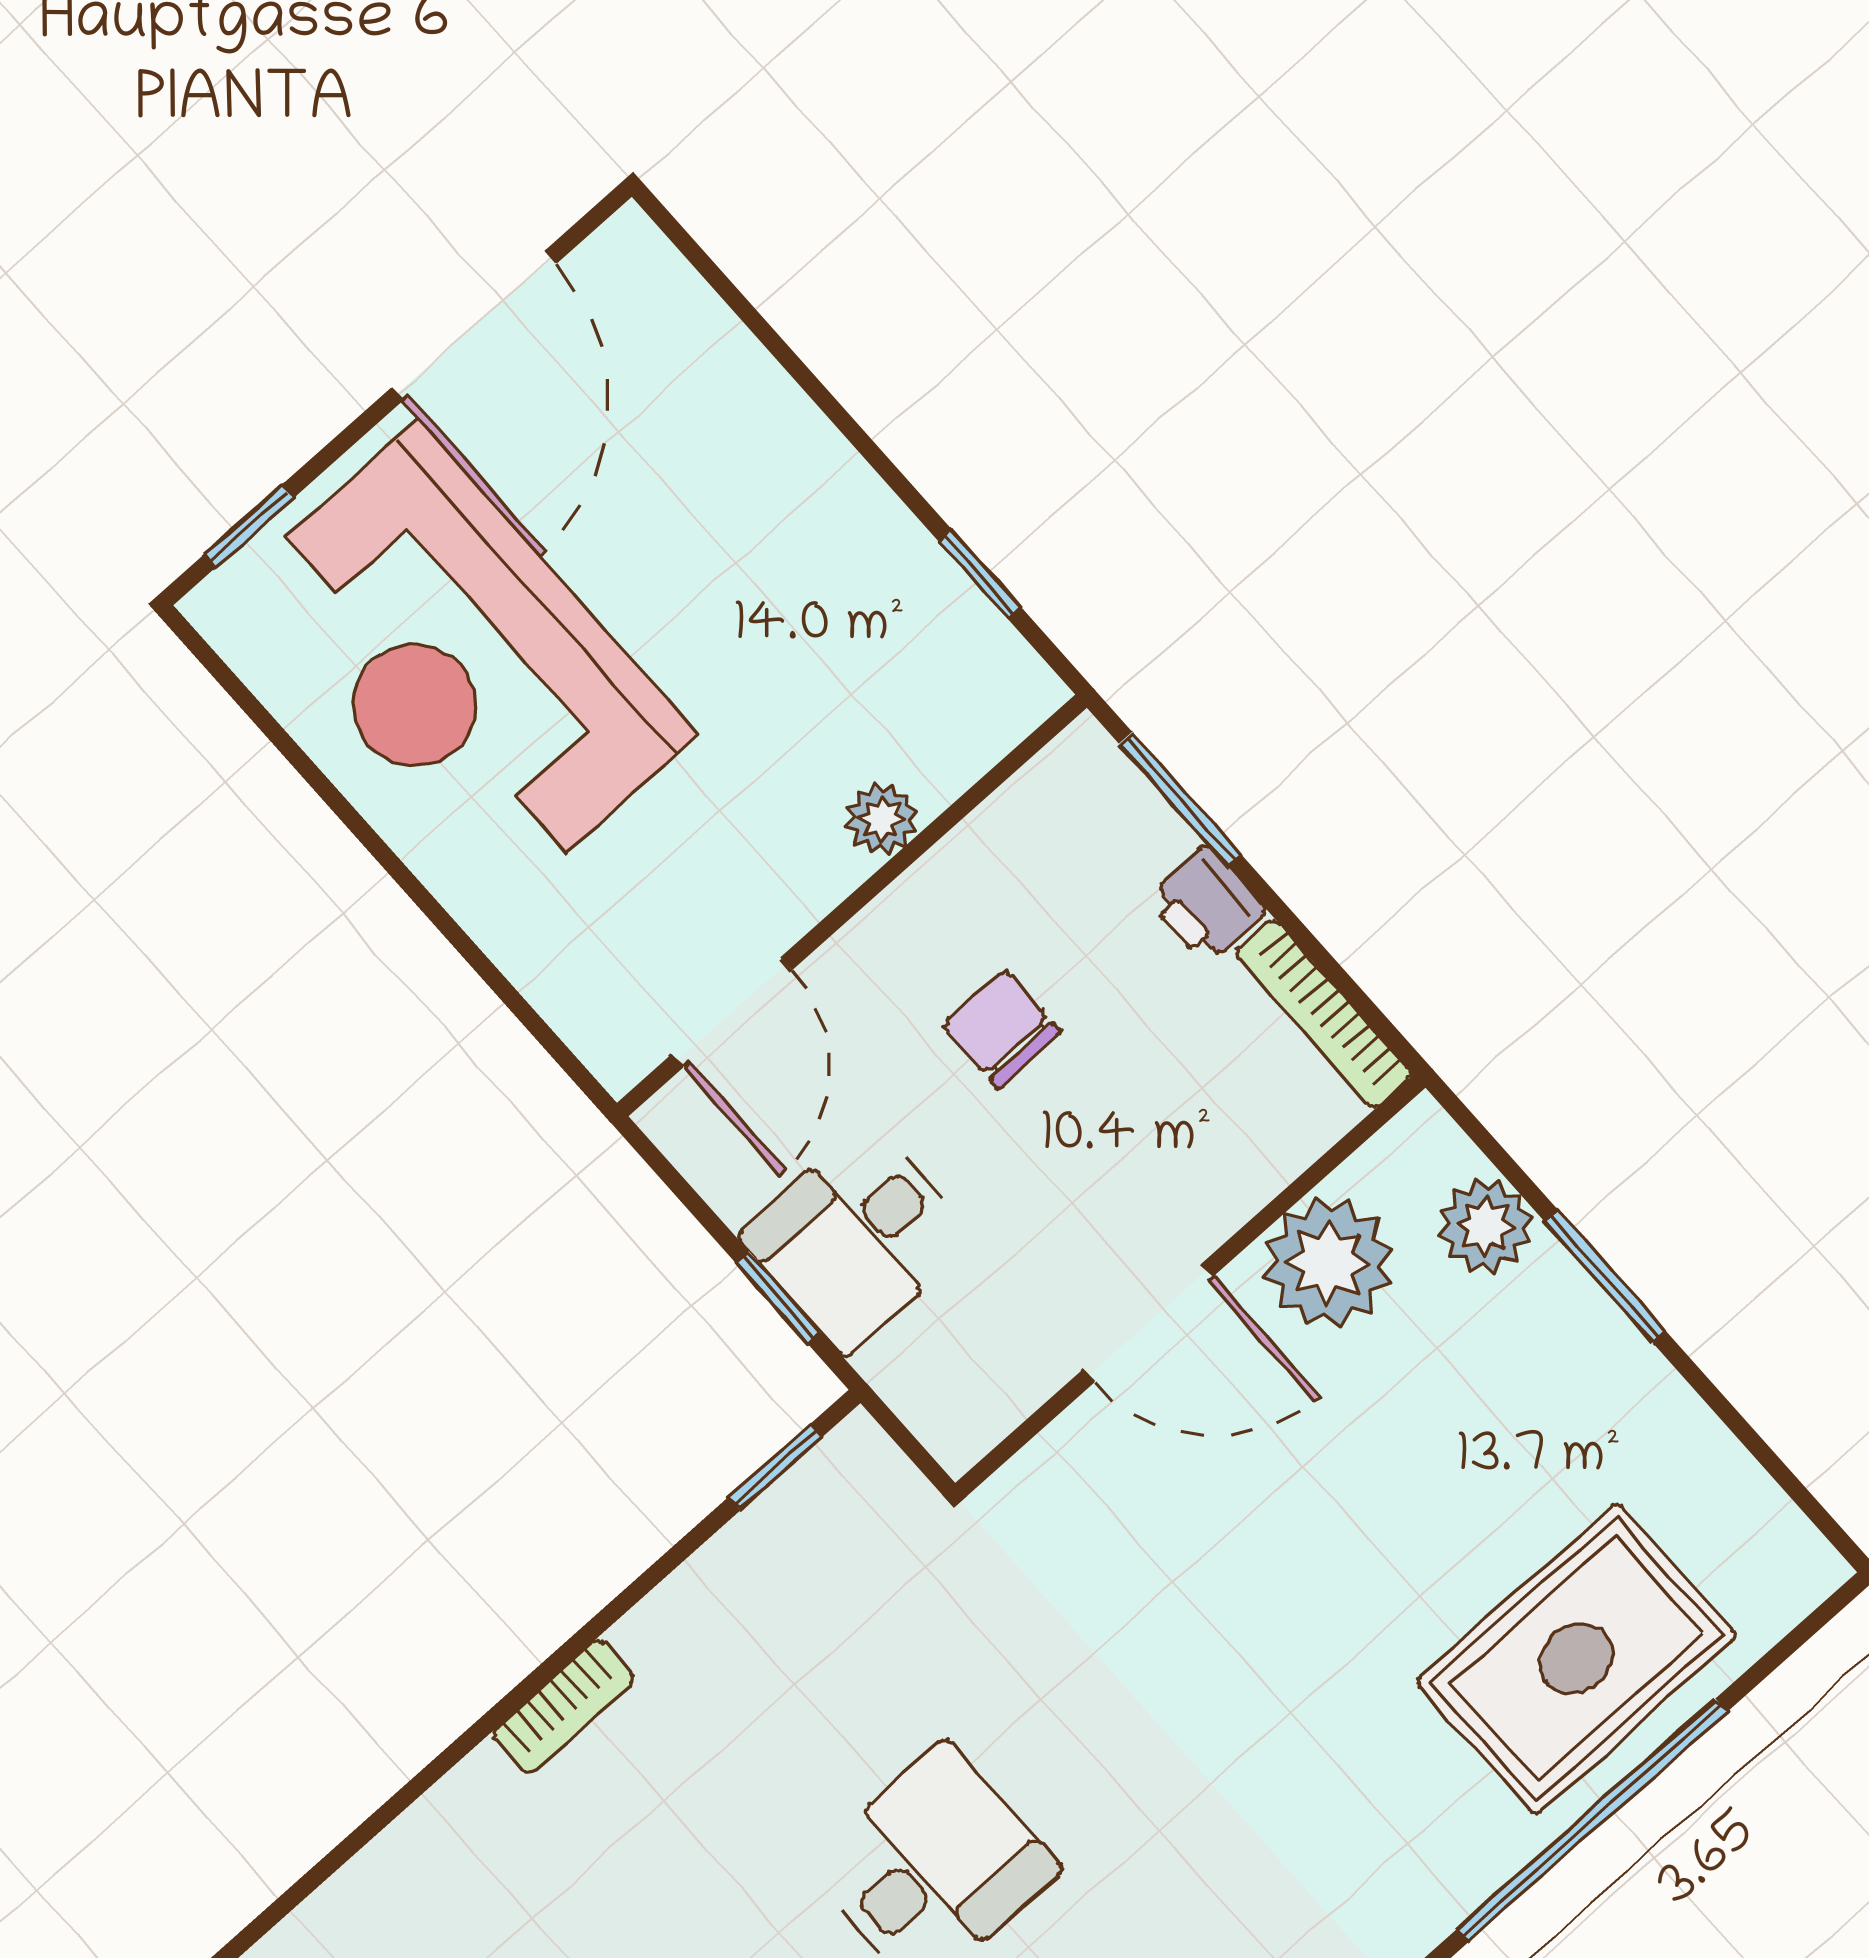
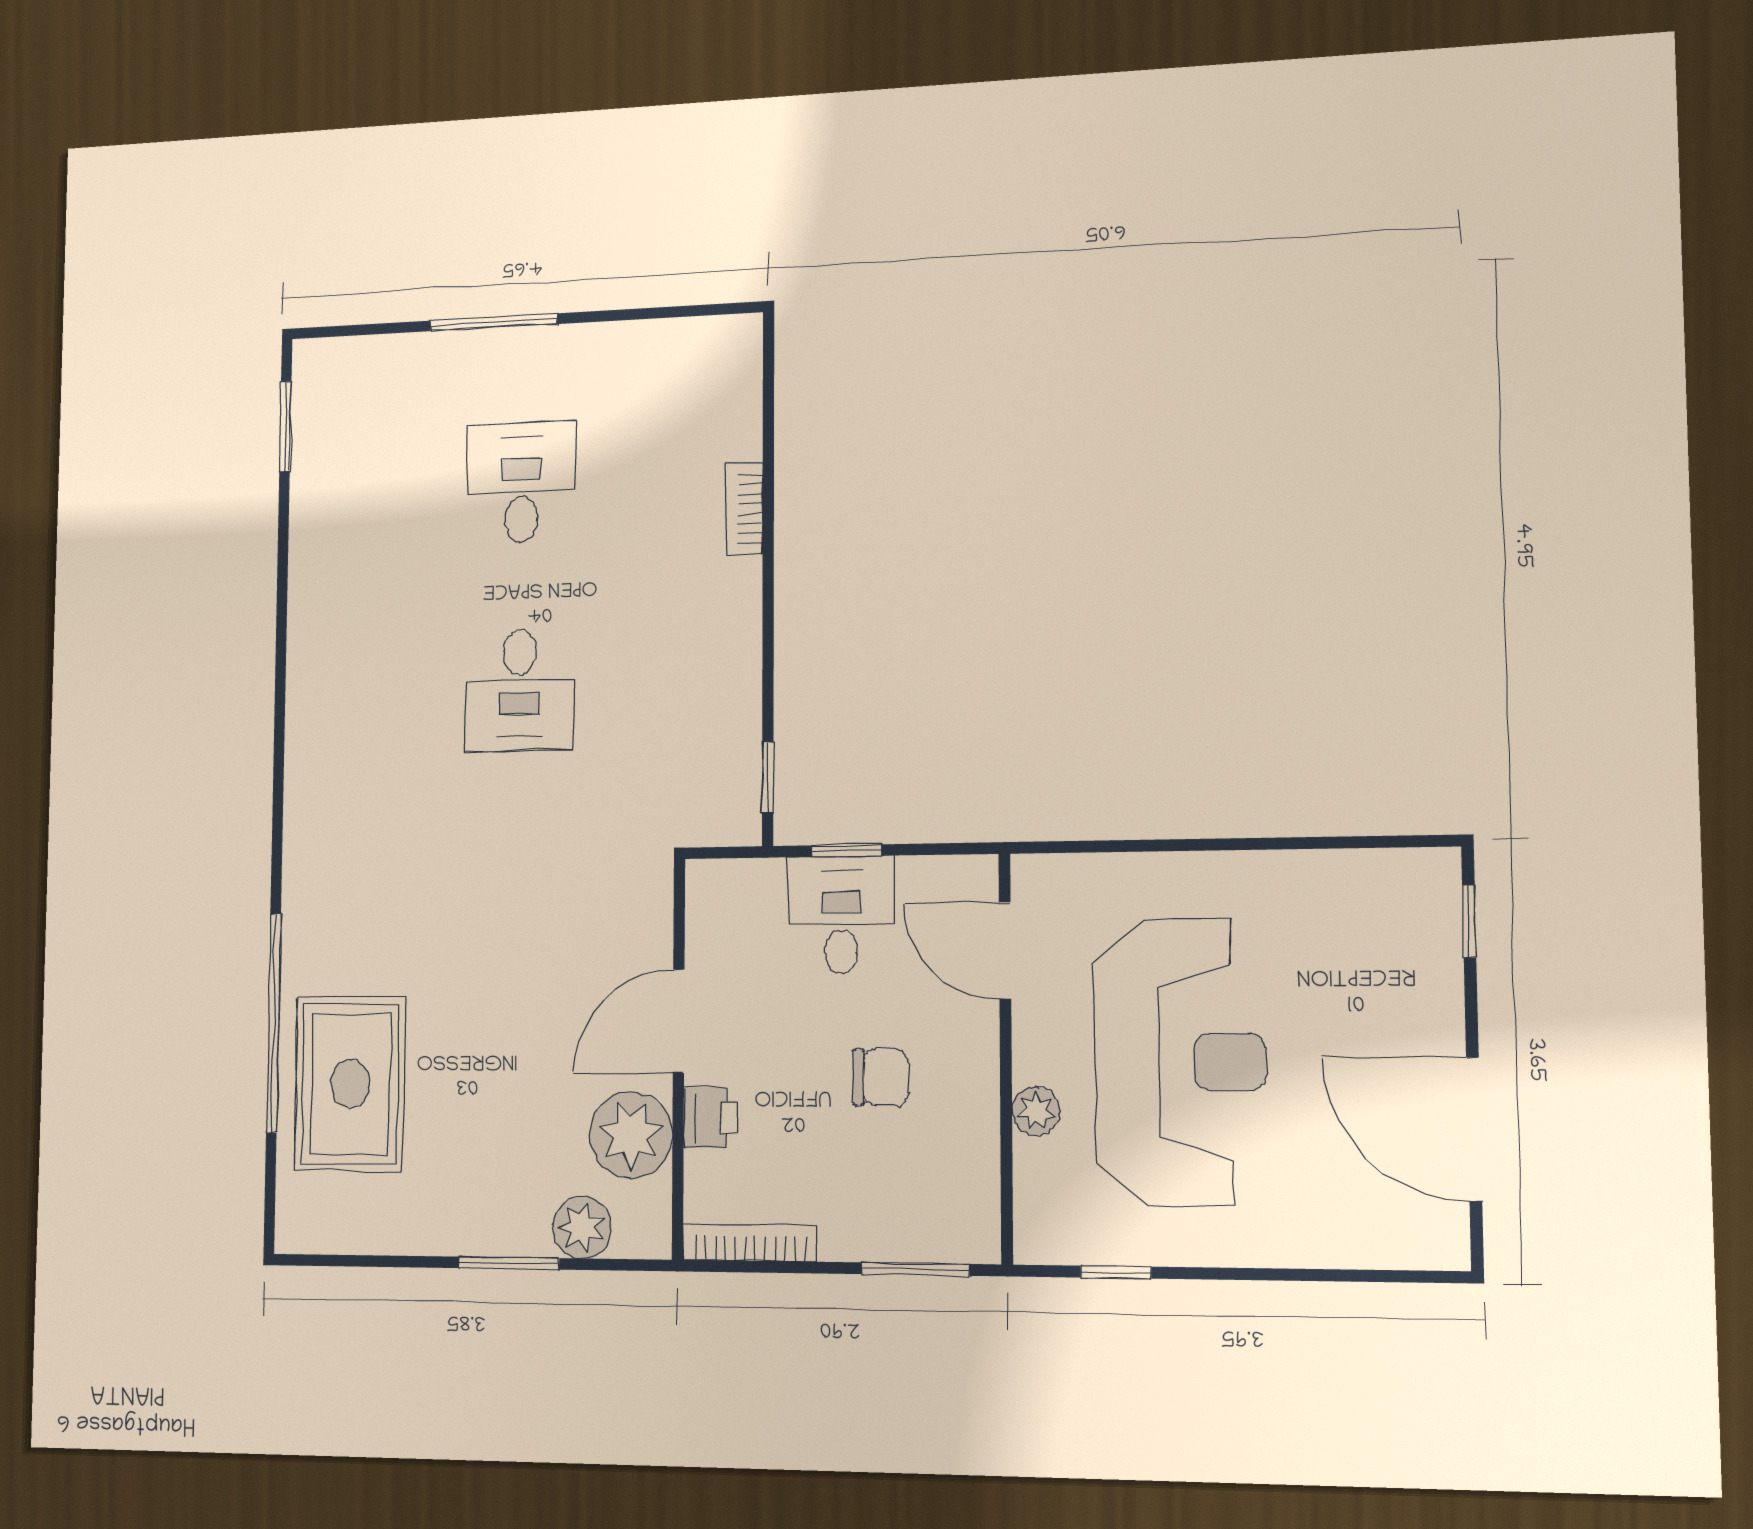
reception desk: (464, 661) -> (1180, 1062), moved, turned 90
printer: (1206, 905) -> (710, 1118), moved, turned 90
bookcase: (563, 1707) -> (745, 509), moved

